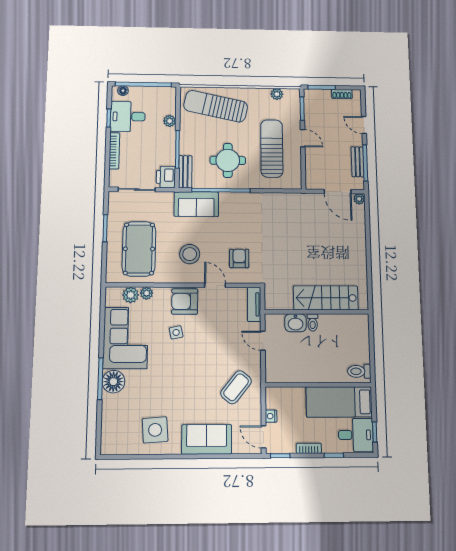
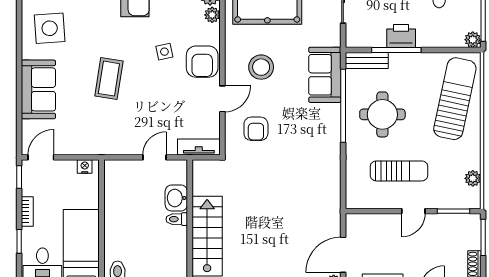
plant: (170, 121) -> (473, 40), moved
sun lounger: (272, 148) -> (399, 171), width x0.73, depth x0.75
printer: (166, 177) -> (401, 36), moved
armchair: (239, 258) -> (256, 129), turned 90
armchair: (185, 301) -> (202, 62), turned 180
coffee table: (236, 387) -> (109, 79), moved, turned 60
nightstand: (271, 416) -> (85, 167), moved

